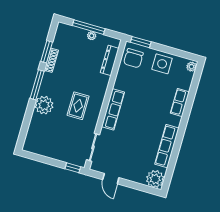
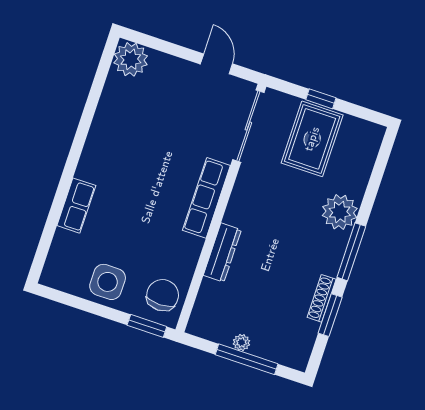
dresser: (110, 60) -> (222, 253), moved
plant: (192, 67) -> (51, 274), removed
rug: (78, 106) -> (312, 139), moved, width x1.36, depth x1.43
row of seats: (167, 146) -> (105, 122), removed
sliding door: (93, 147) -> (248, 126), width x1.37
window: (73, 168) -> (321, 99), moved

